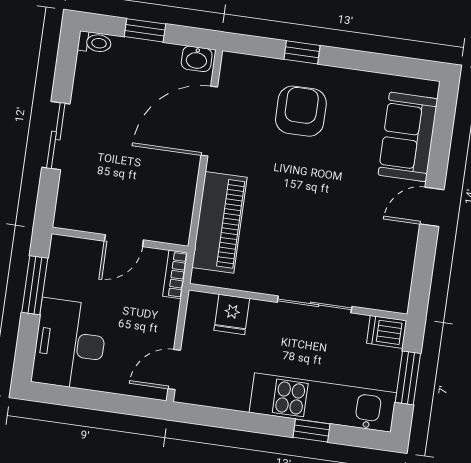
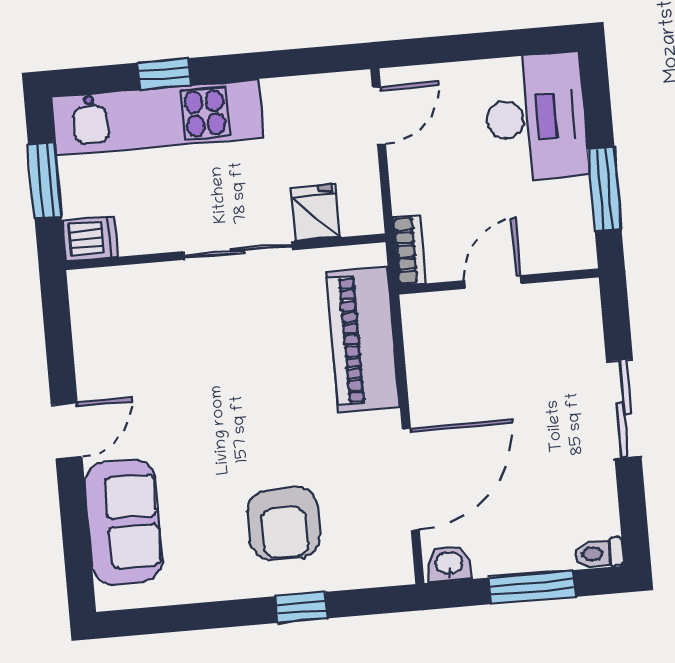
window: (145, 30) -> (532, 587), width x1.50
sliding door: (315, 304) -> (238, 251), moved

